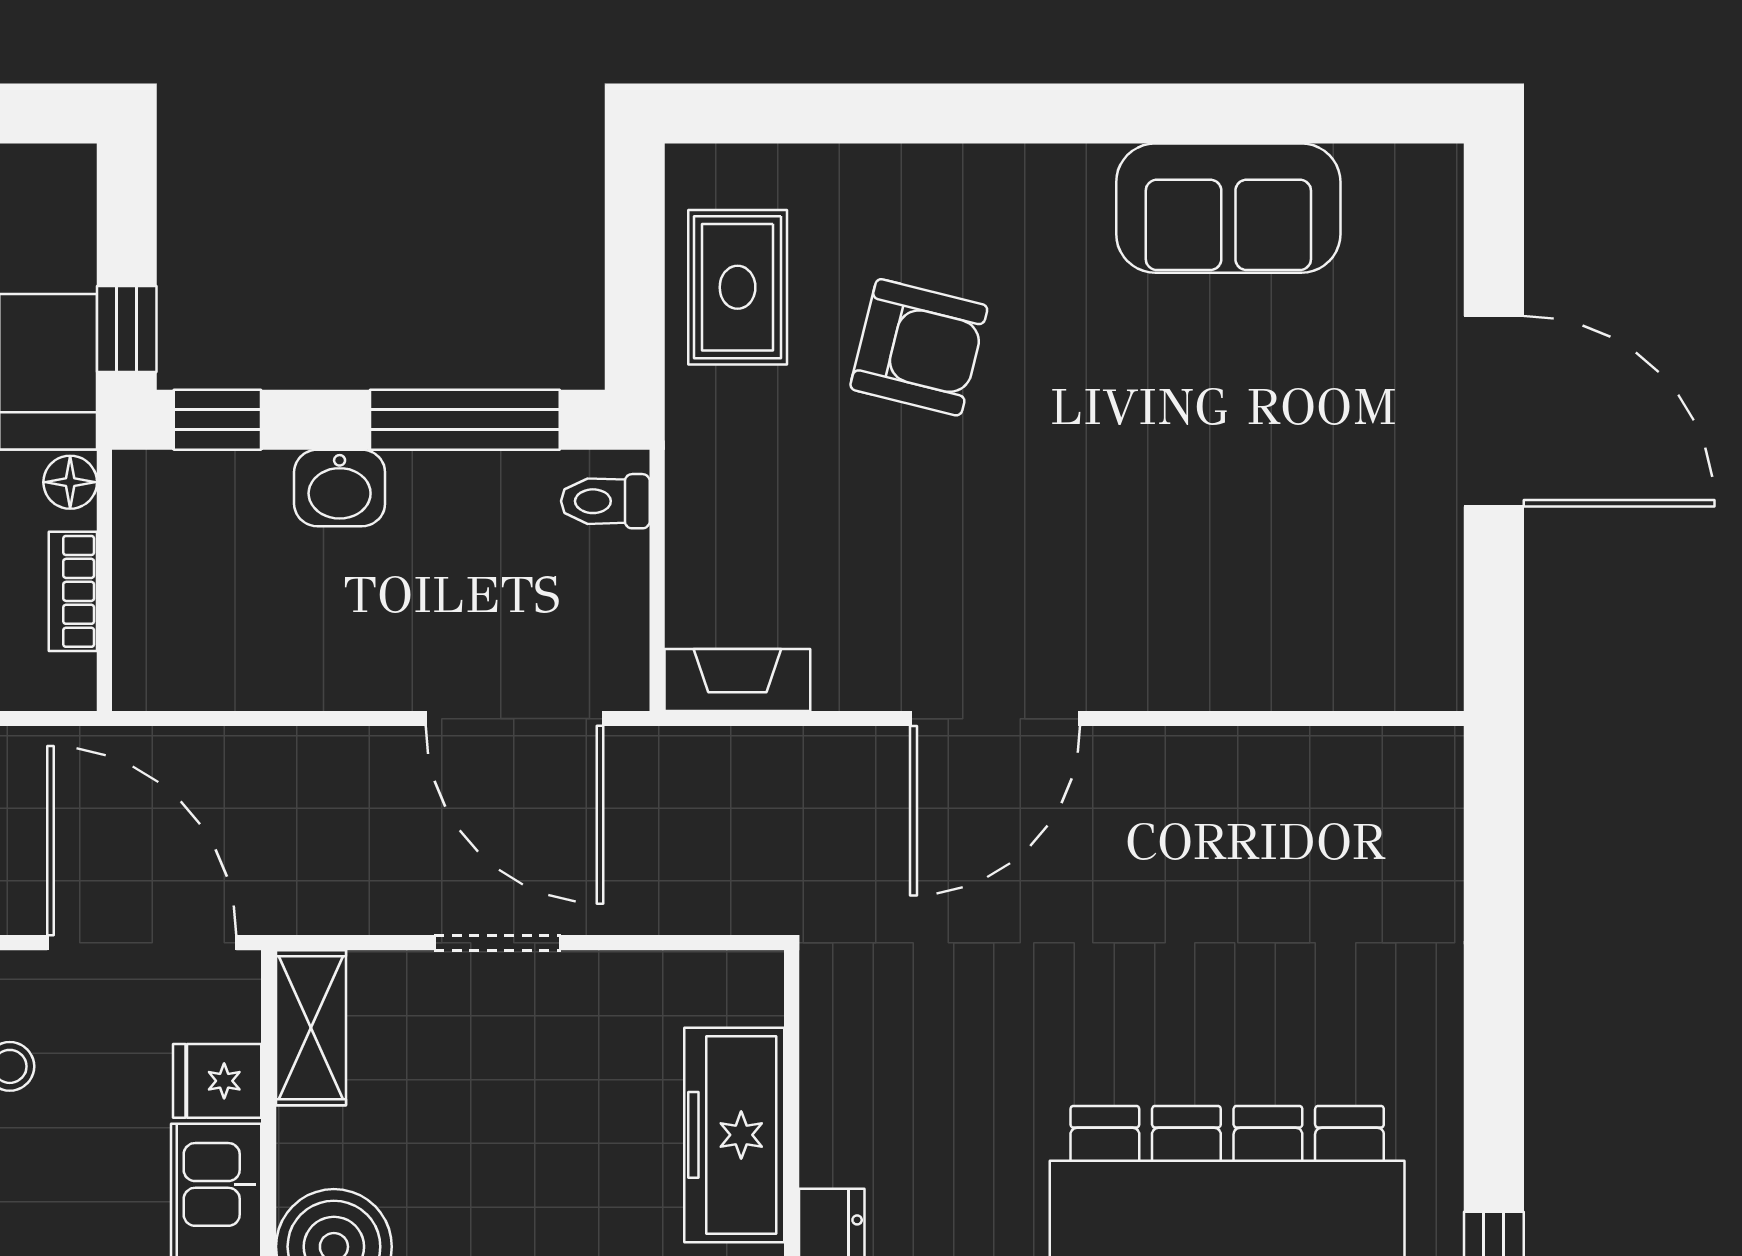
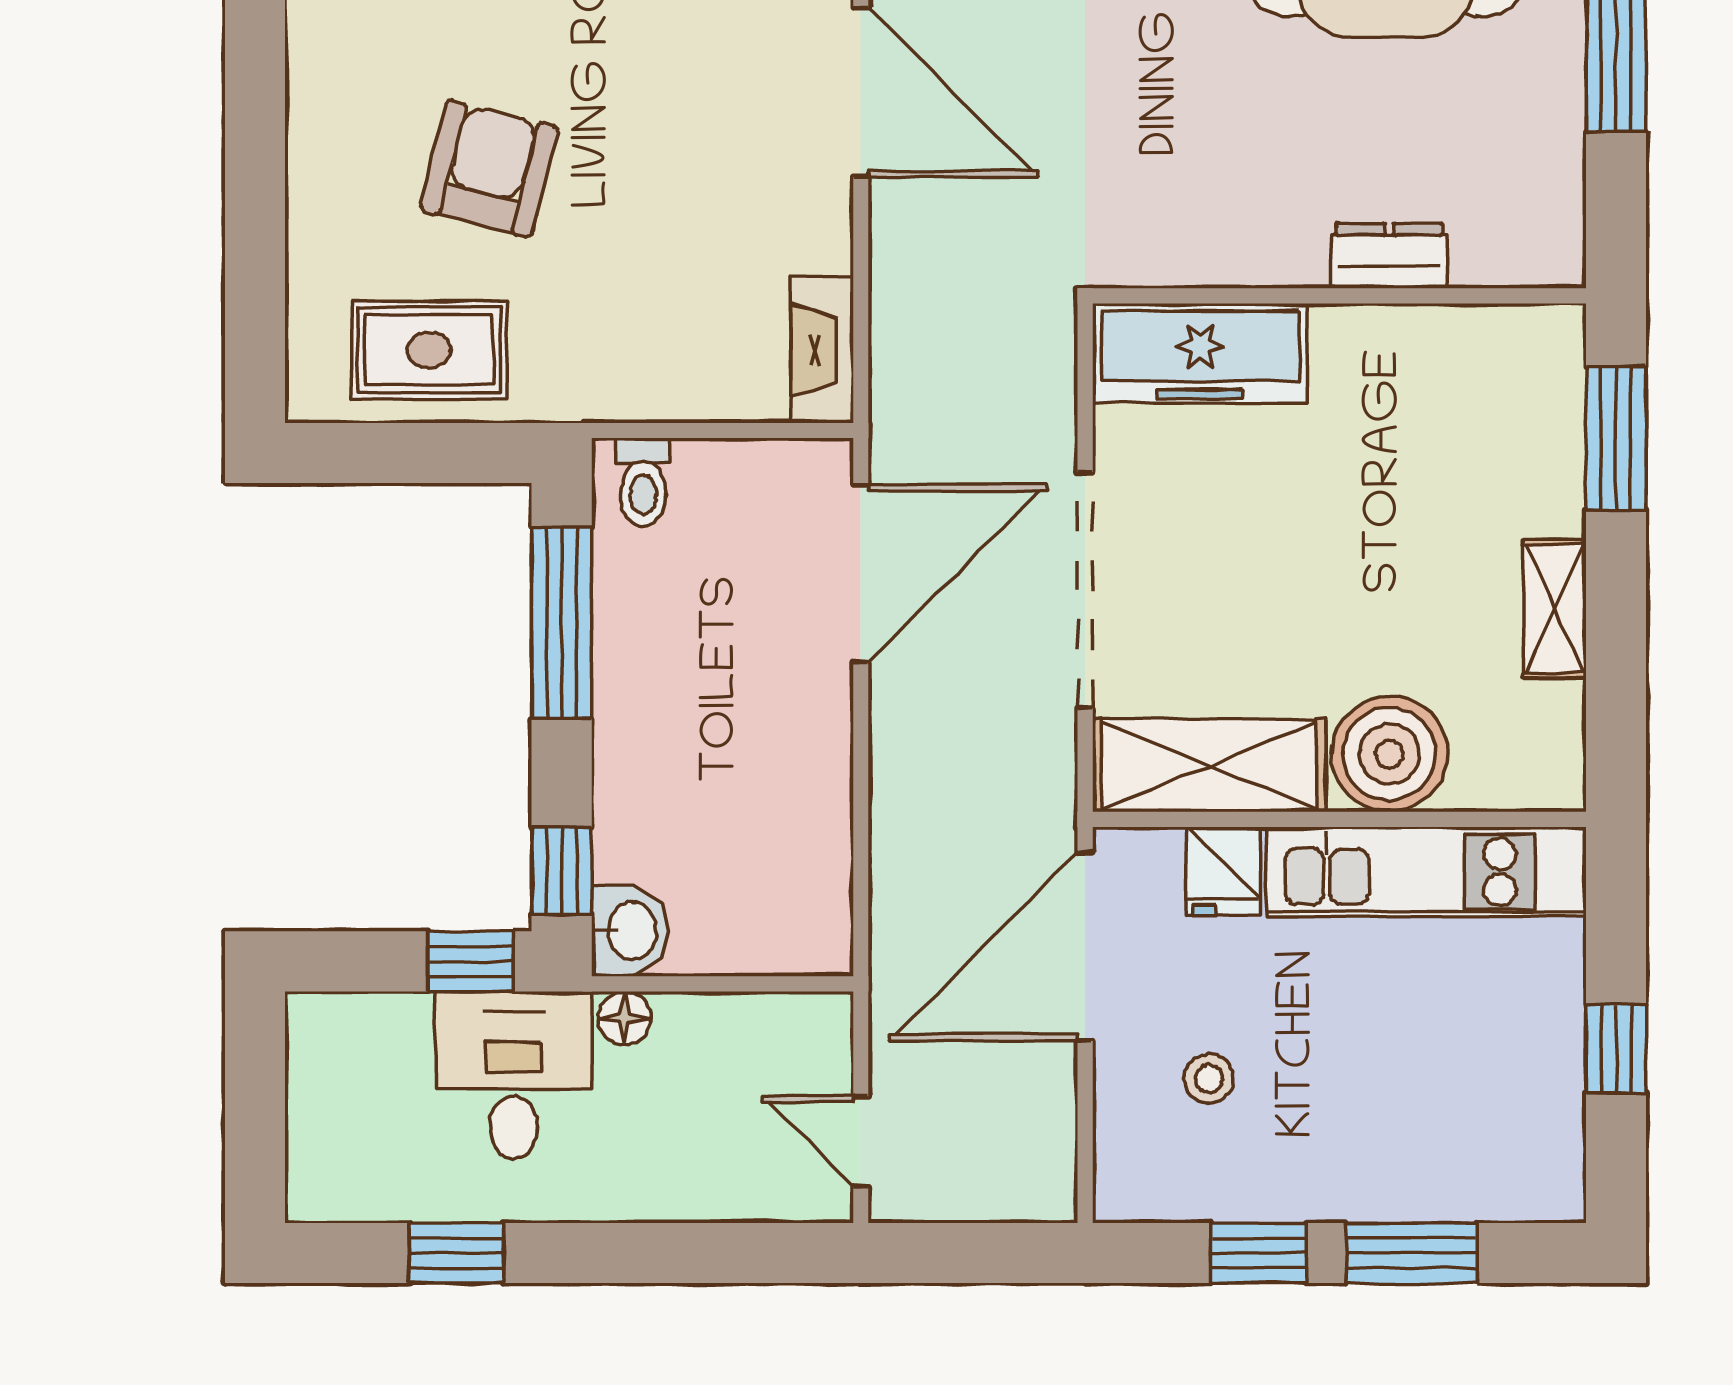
washbasin: (340, 488) -> (630, 931), moved
bookcase: (73, 591) -> (733, 1015), removed
doorway: (497, 943) -> (1085, 590), width x1.88
shelving: (311, 1028) -> (1209, 765), width x1.50, depth x1.33
freezer: (734, 1135) -> (1200, 353), moved

